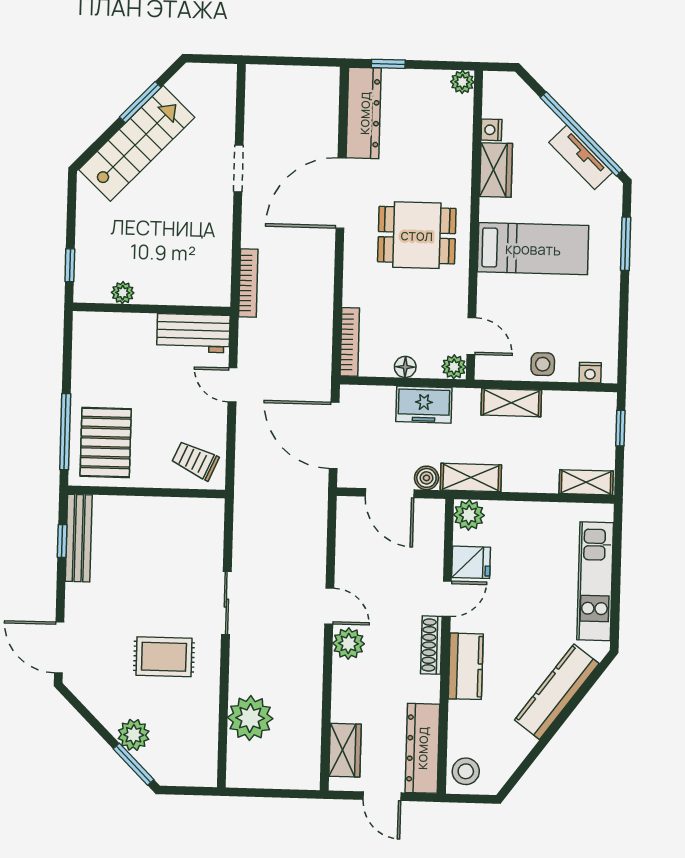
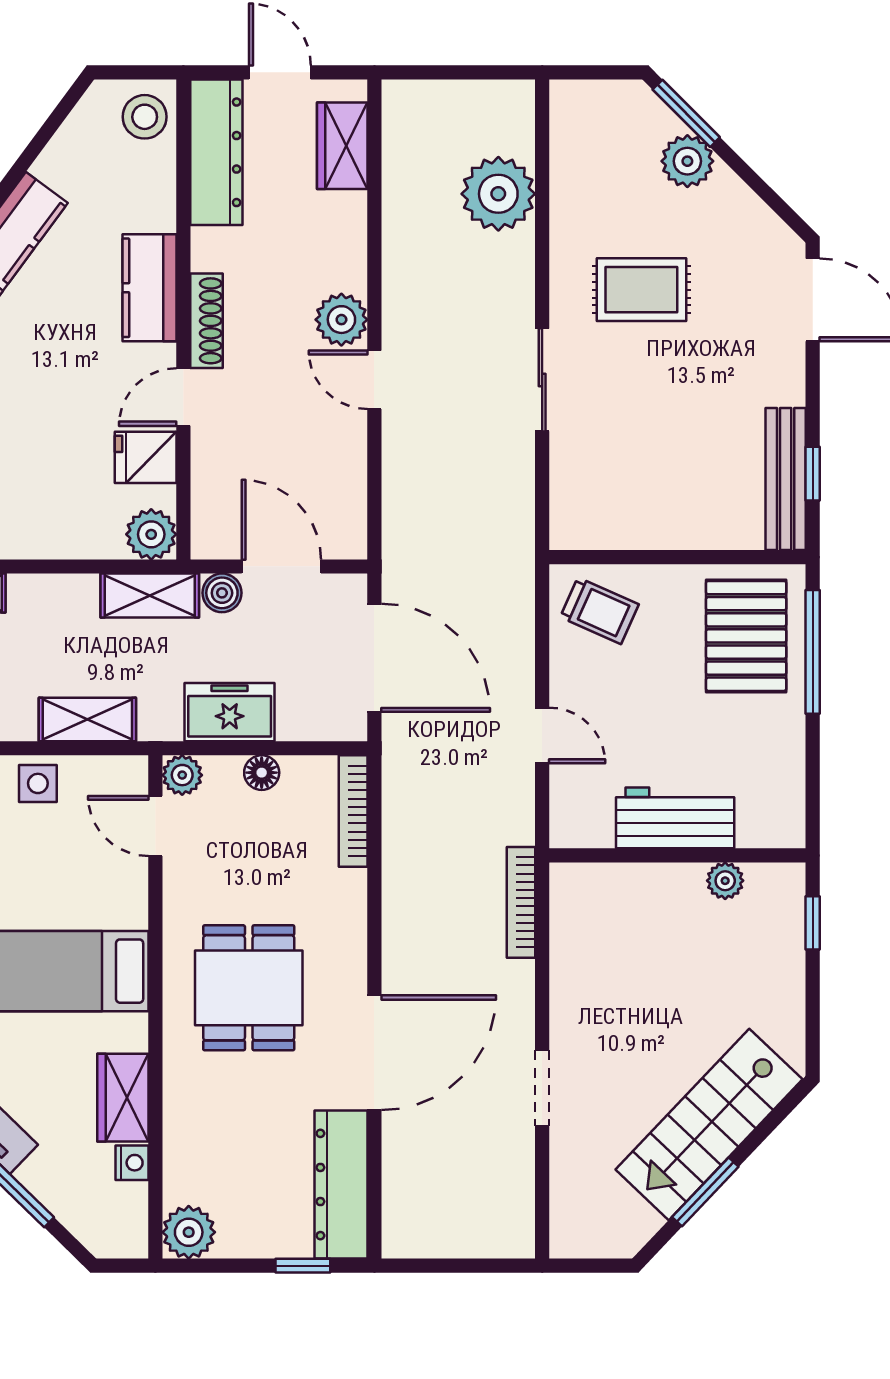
plant: (462, 82) -> (189, 1232), width x1.38, depth x1.38
dining table: (417, 235) -> (249, 988), turned 90
workbench: (193, 333) -> (675, 818), moved

